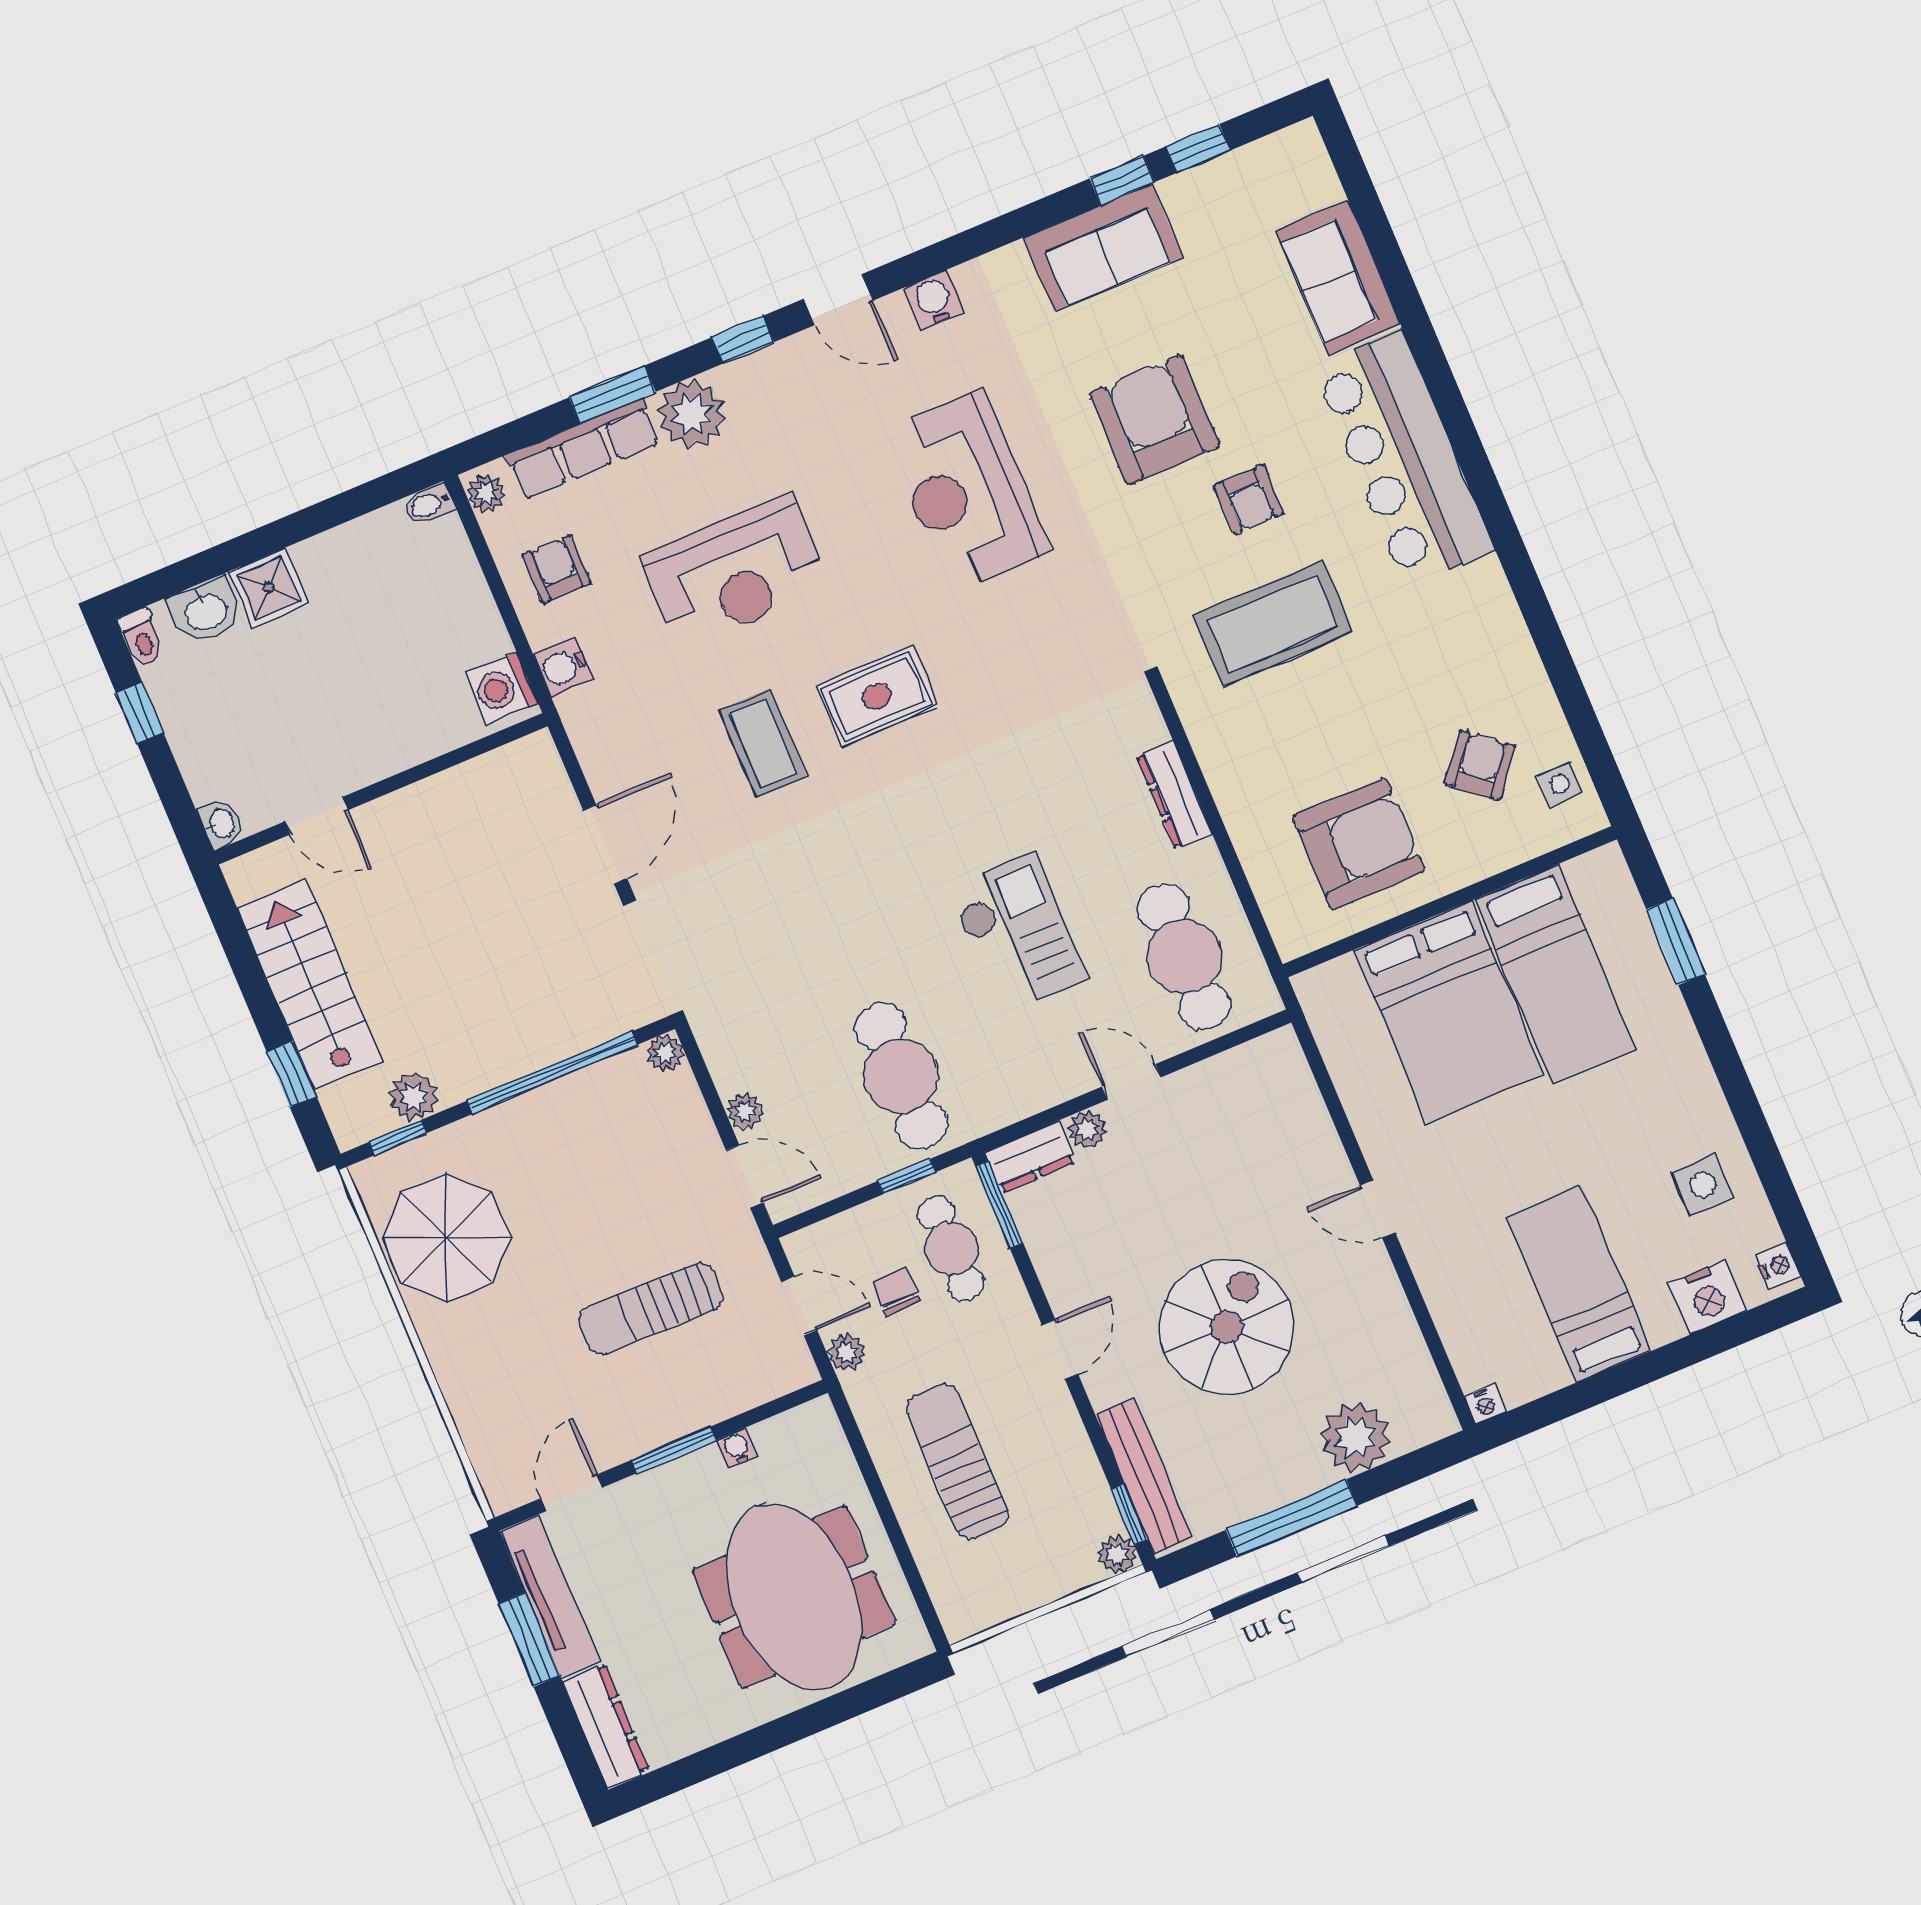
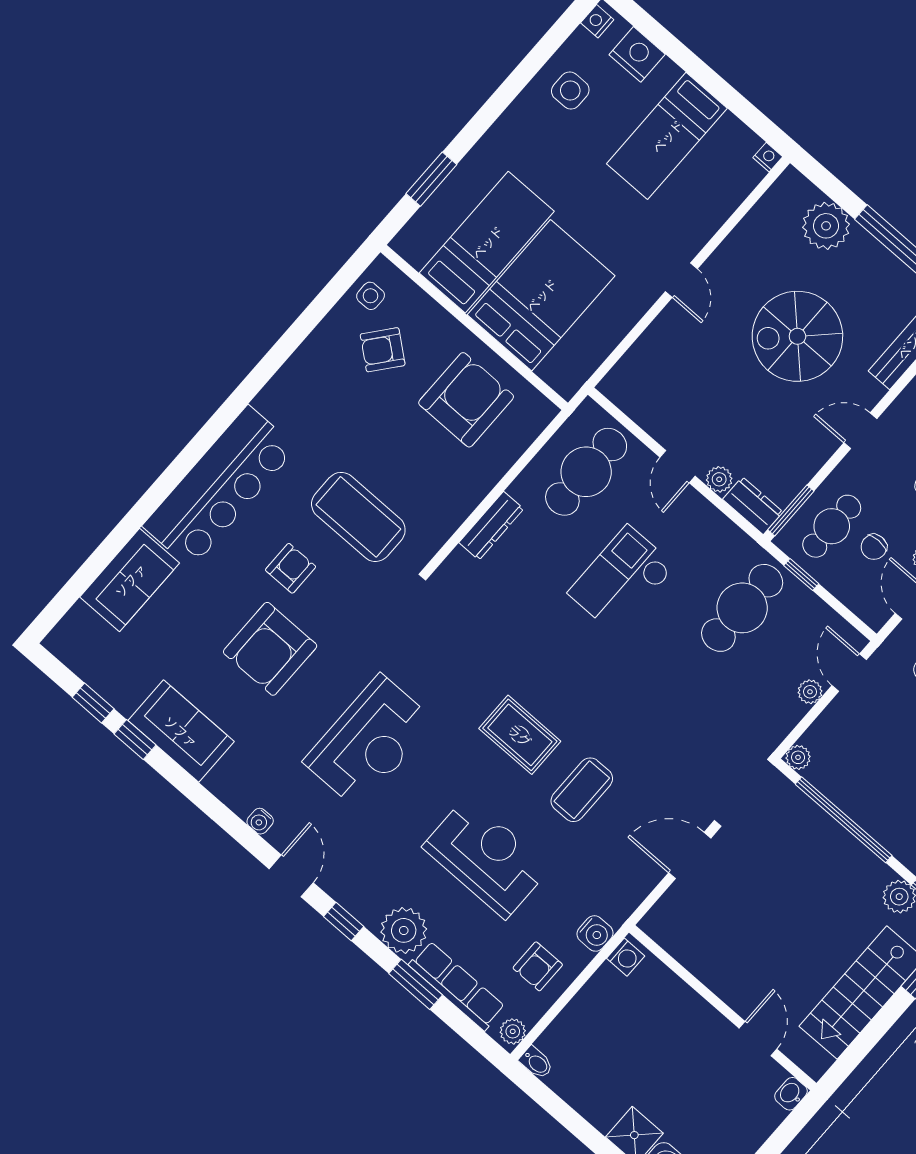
water cooler: (934, 300) -> (260, 821), width x0.72, depth x0.72
washing machine: (501, 688) -> (626, 957), width x0.73, depth x0.73
armchair: (1359, 844) -> (466, 400), turned 90

